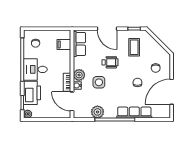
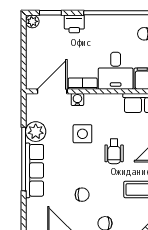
desk: (35, 69) -> (116, 71), moved, turned 180
plant: (79, 75) -> (94, 102), removed
printer: (32, 93) -> (74, 24), width x0.53, depth x0.68
row of seats: (134, 113) -> (35, 170), moved

